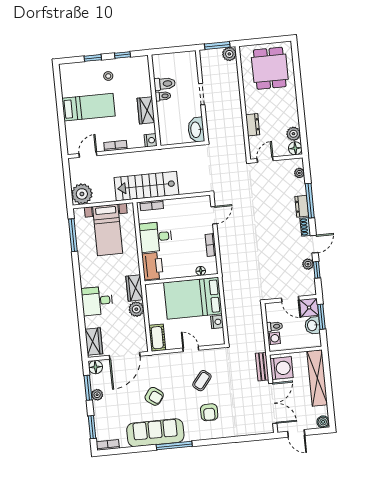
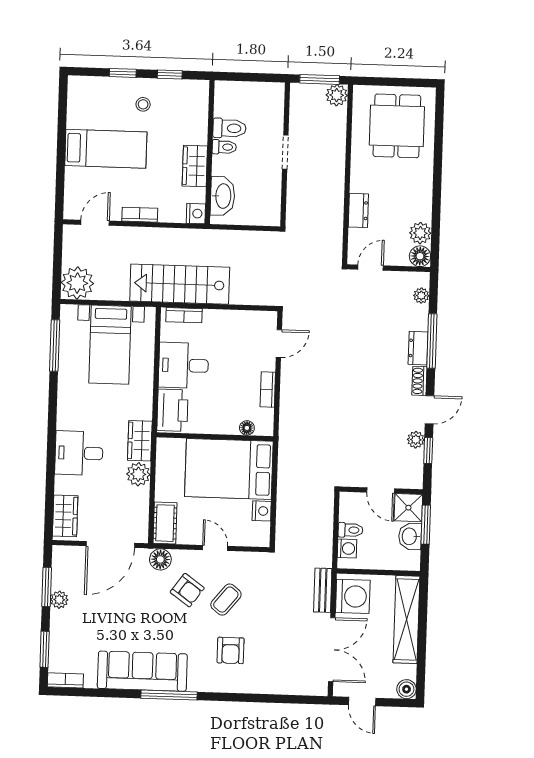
washbasin: (196, 130) -> (223, 196), moved, turned 180
floor lamp: (96, 367) -> (160, 559), moved
armchair: (154, 396) -> (187, 590), moved

